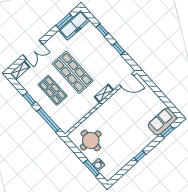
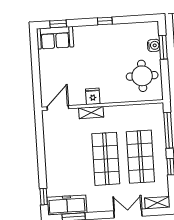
window: (102, 30) -> (44, 197), moved
window: (119, 48) -> (41, 146), removed
door: (127, 80) -> (58, 108), hinge flipped
shop shelf: (53, 90) -> (140, 157), width x1.43, depth x1.36
fridge: (111, 104) -> (93, 96), added

